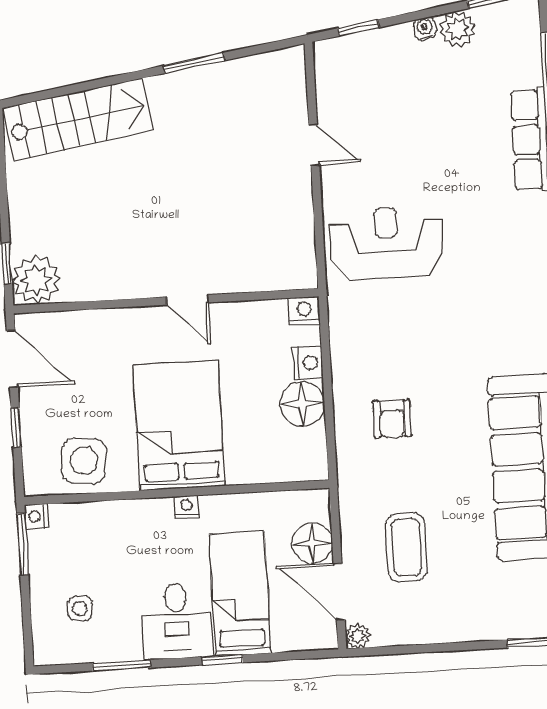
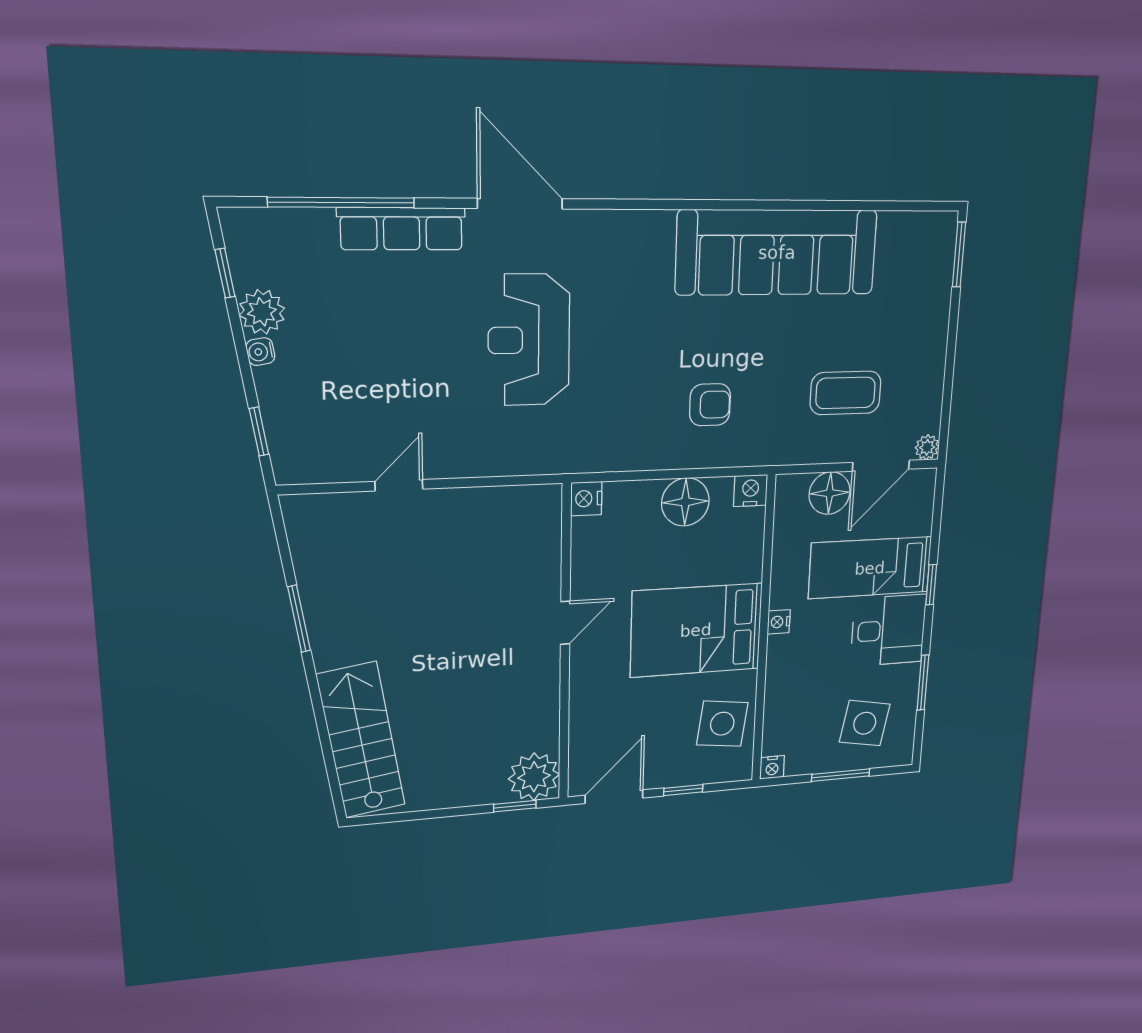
reception desk: (387, 243) -> (529, 340), moved
nightstand: (308, 363) -> (751, 491), moved
window: (23, 544) -> (841, 775), moved
side table: (80, 609) -> (865, 723), width x1.87, depth x1.87

